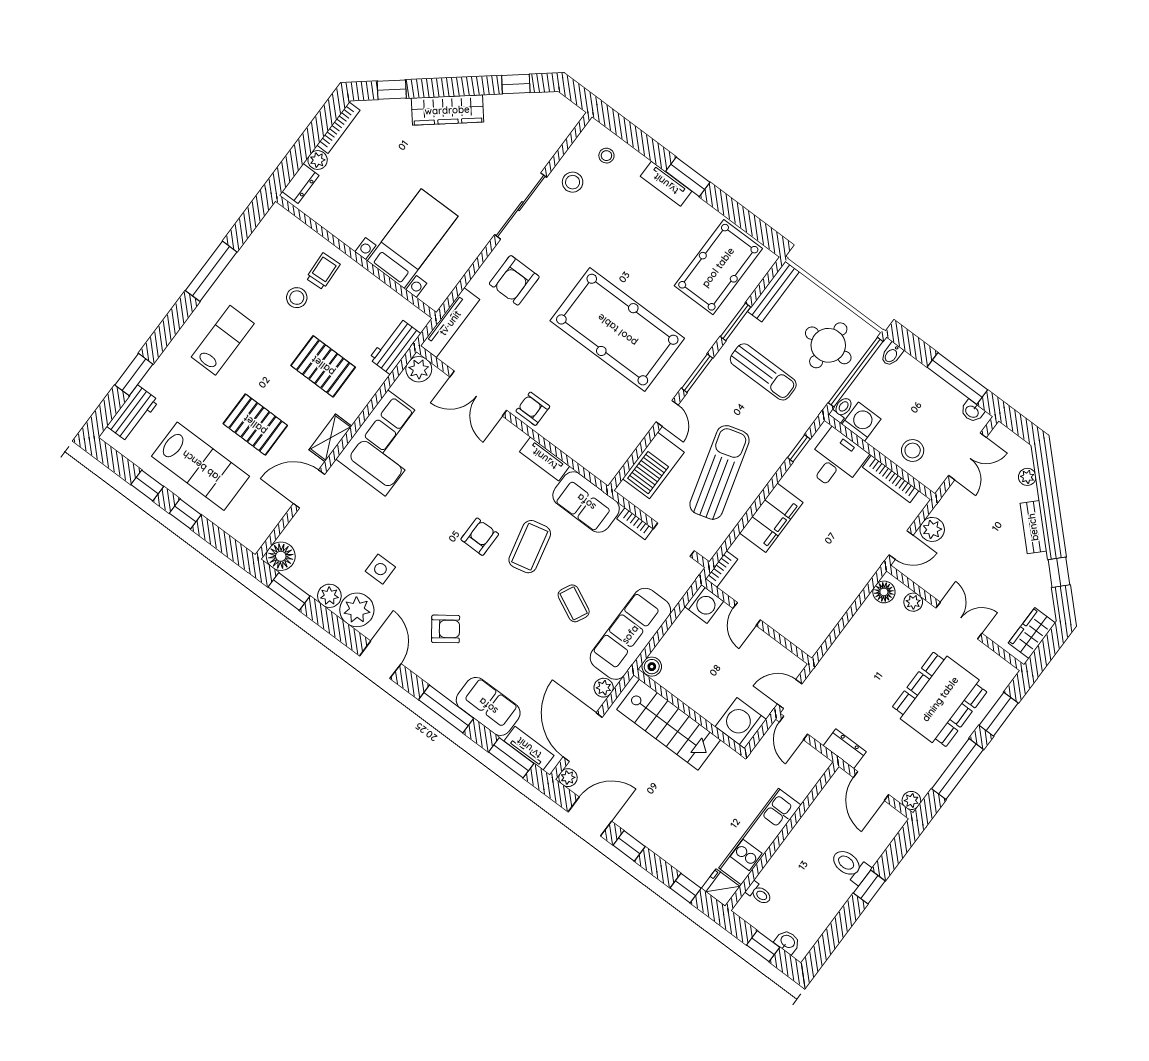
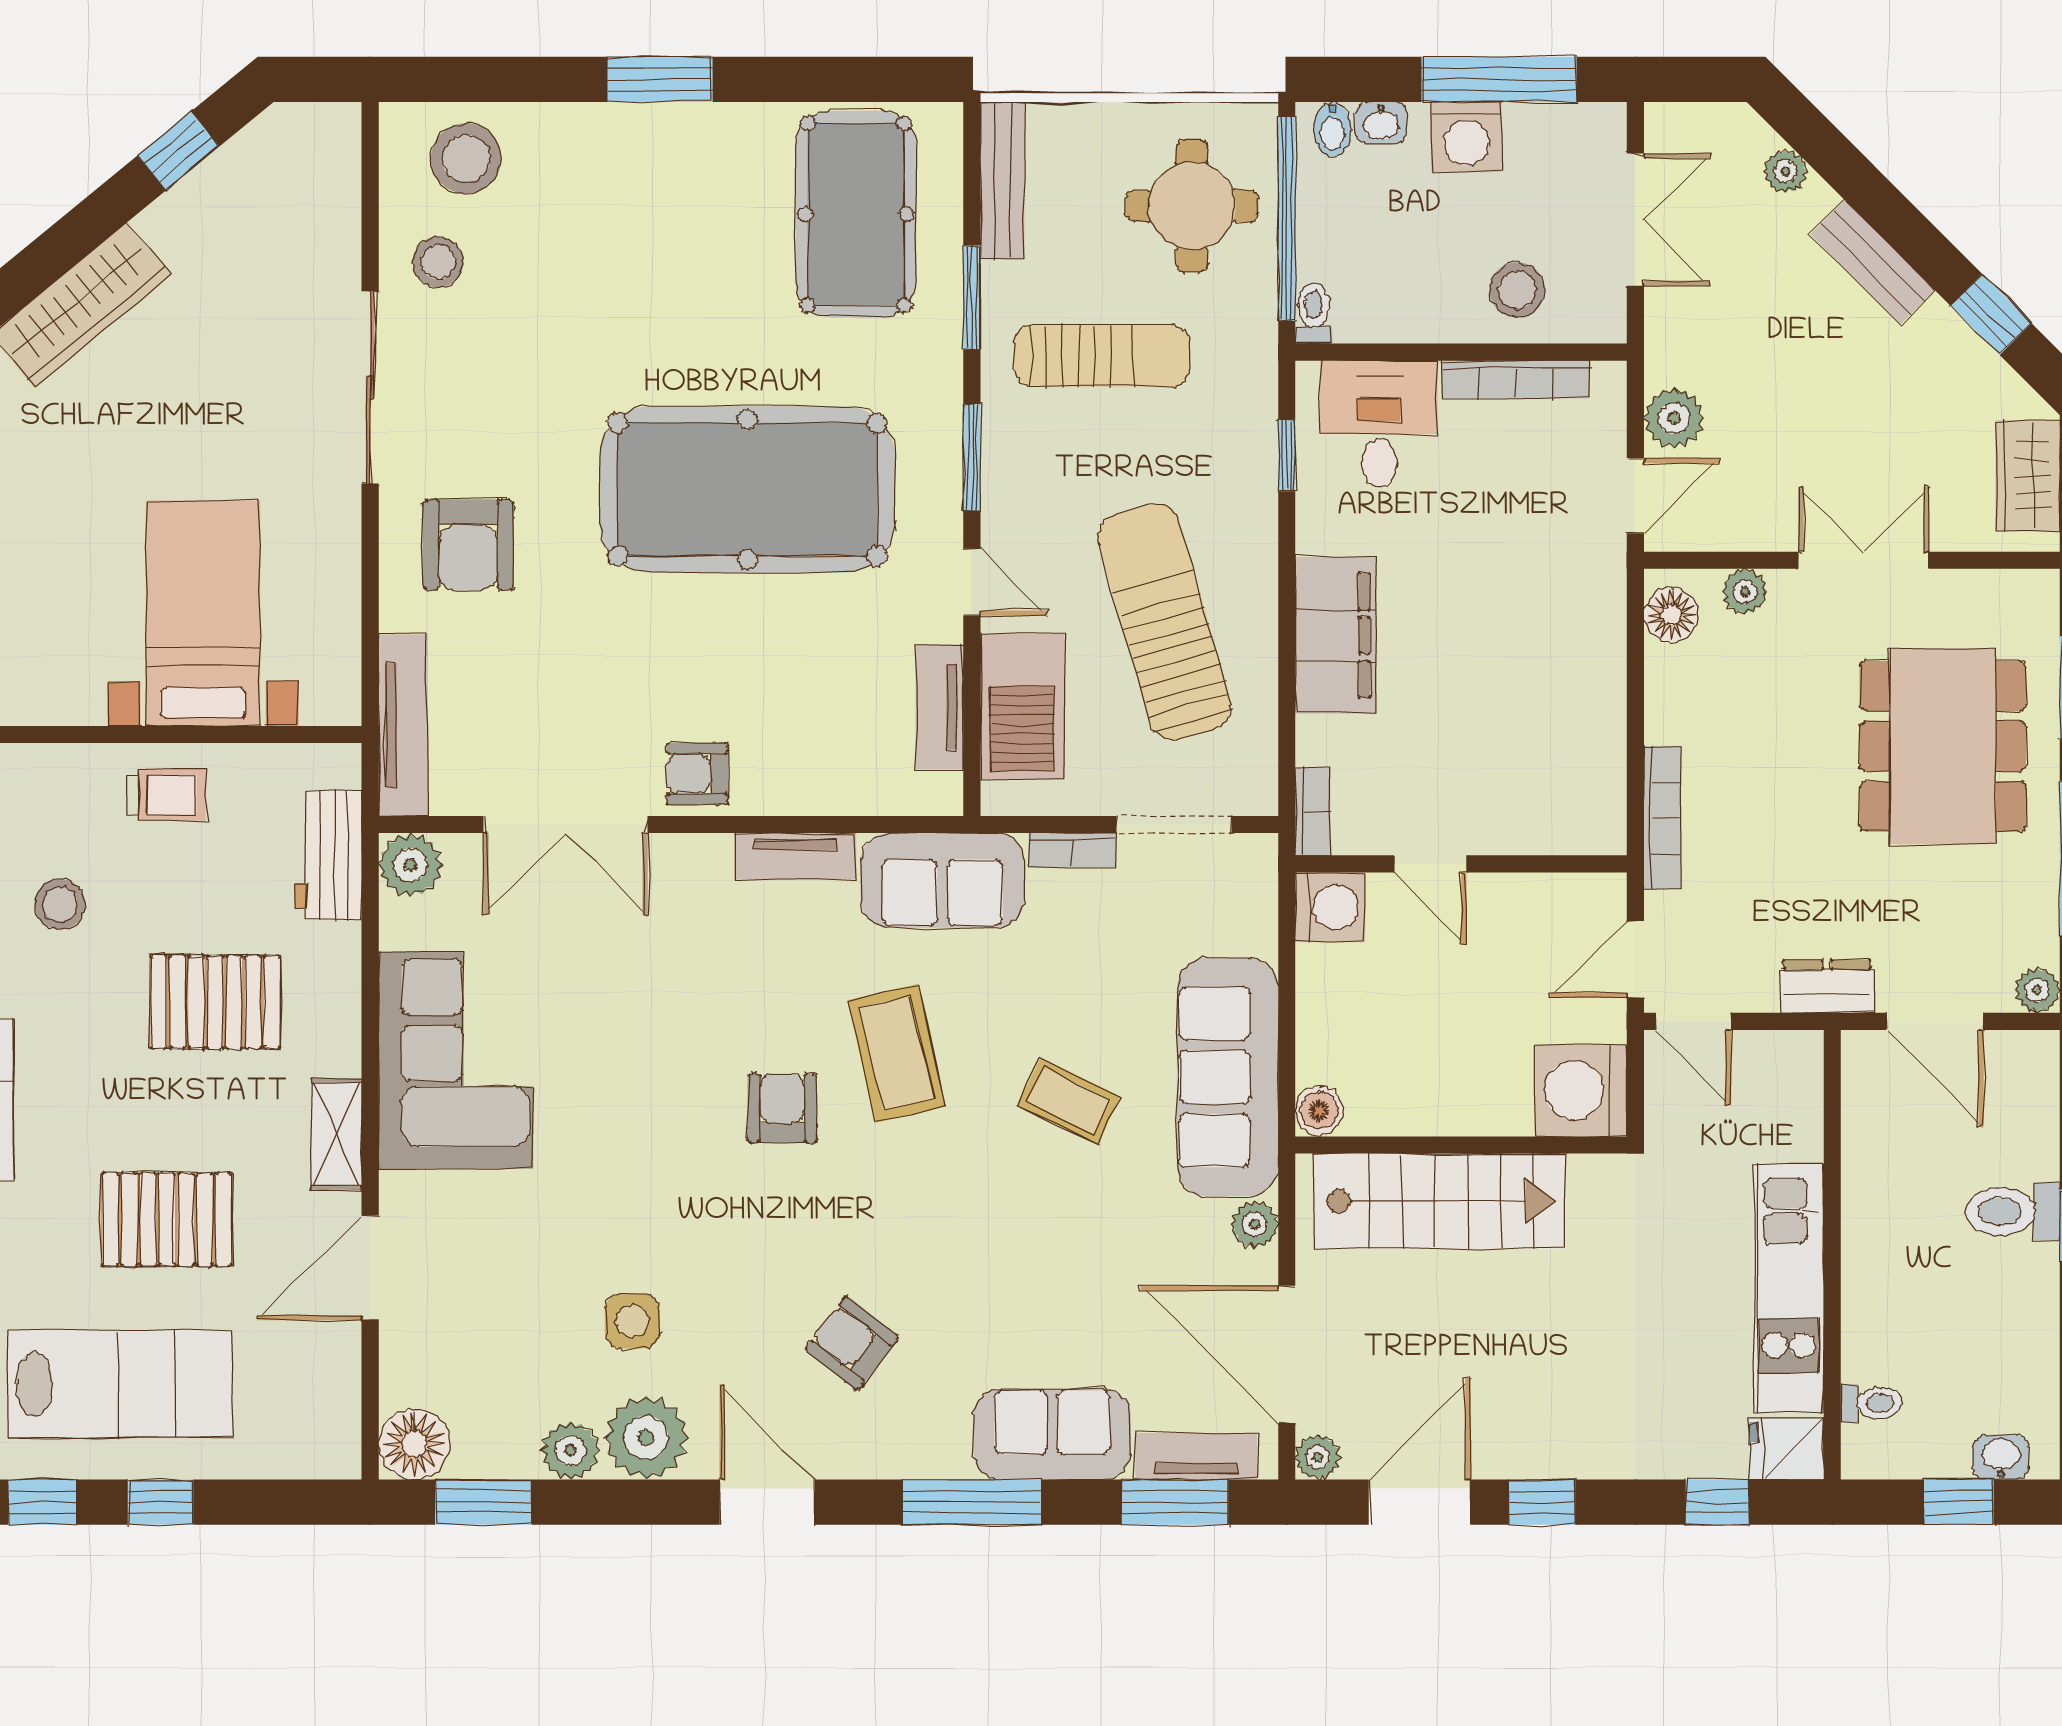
stool: (606, 156) -> (466, 158), width x1.89, depth x1.89
tv unit: (666, 184) -> (940, 707), moved, turned 90
trolley: (323, 271) -> (167, 795), moved, turned 93
washbasin: (972, 411) -> (1381, 123), moved
washing machine: (861, 422) -> (1466, 137), moved, turned 180
armchair: (446, 629) -> (852, 1343), turned -106
bookcase: (832, 655) -> (1662, 817), added

